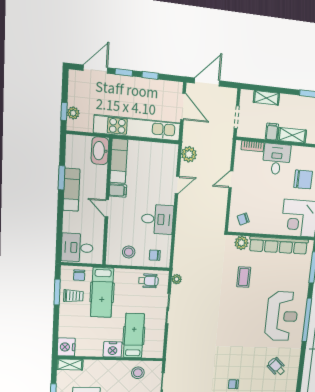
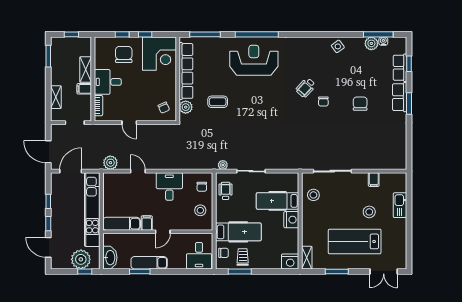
plant: (73, 113) -> (81, 259), width x1.88, depth x1.88
washbasin: (100, 151) -> (110, 258), moved, turned -90
wheelchair: (277, 367) -> (306, 88), moved

